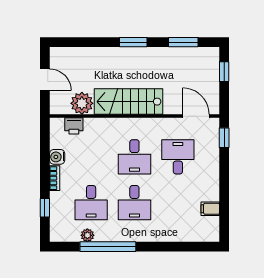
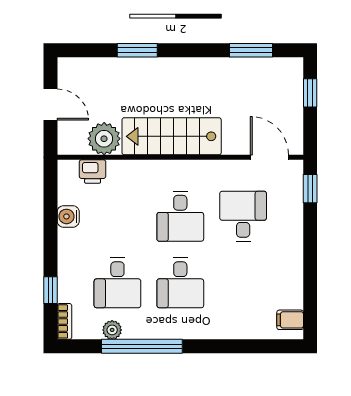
window: (133, 42) -> (137, 50), moved
bookcase: (55, 178) -> (64, 321), moved
filing cabinet: (210, 209) -> (290, 320), moved

